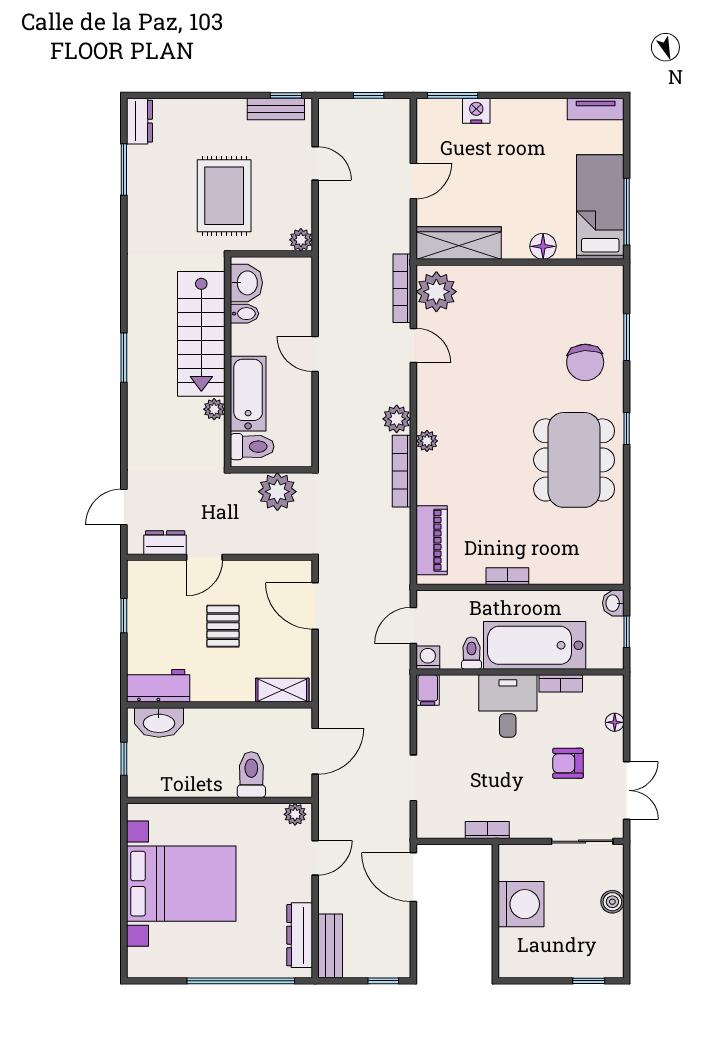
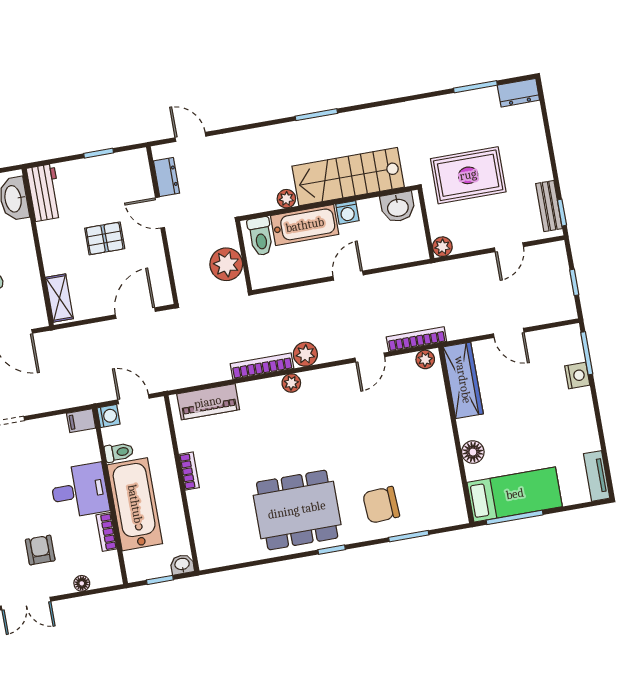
plant: (436, 292) -> (425, 359), width x0.53, depth x0.53
bidet: (244, 314) -> (372, 210), removed
washing machine: (242, 342) -> (347, 212), added

